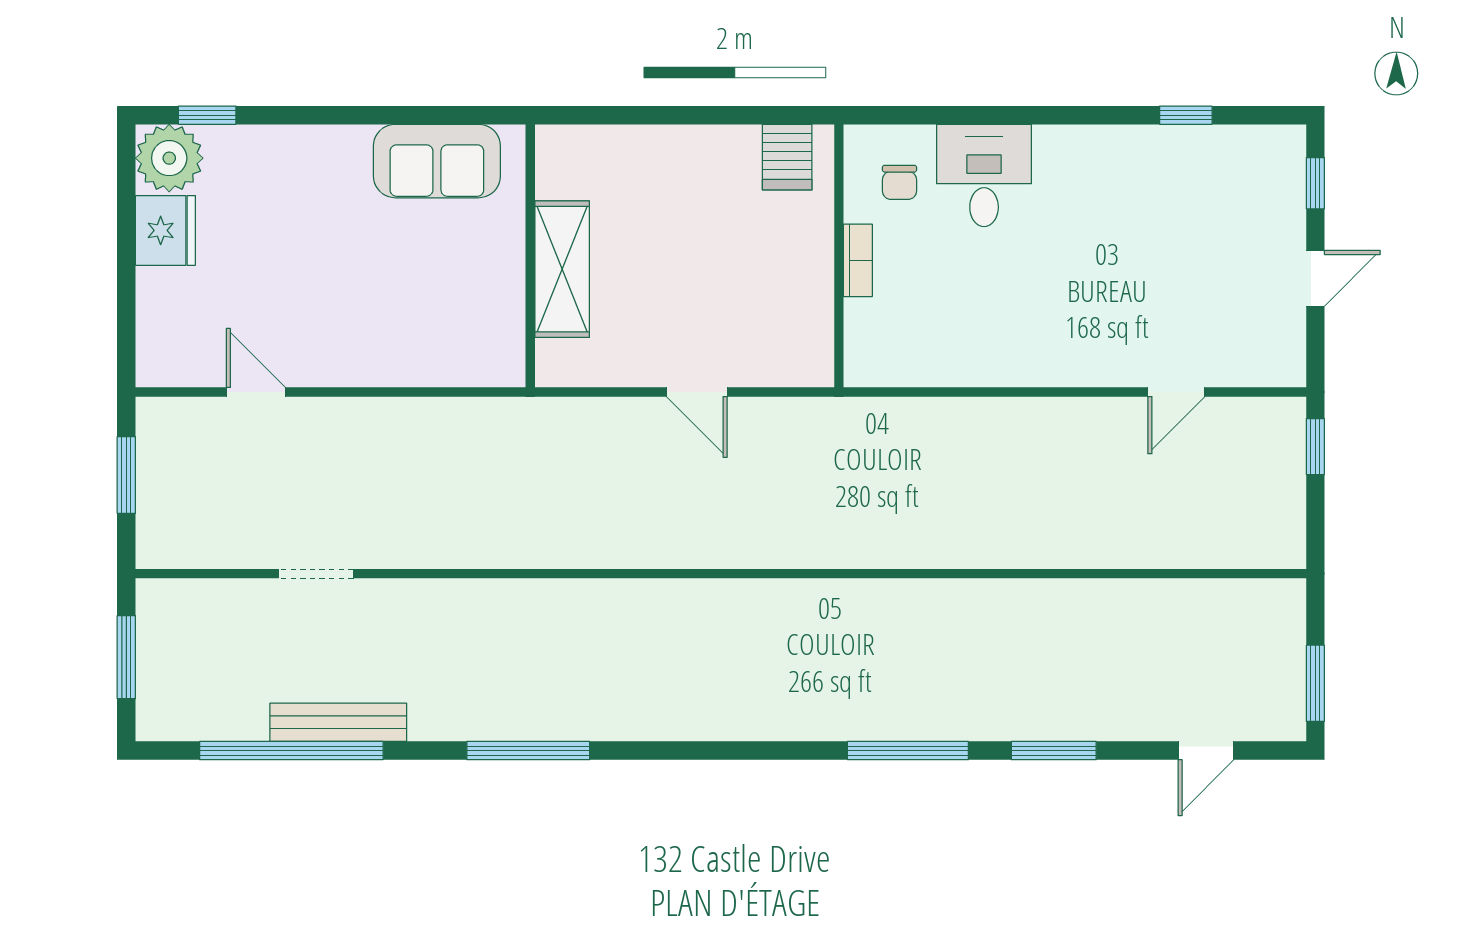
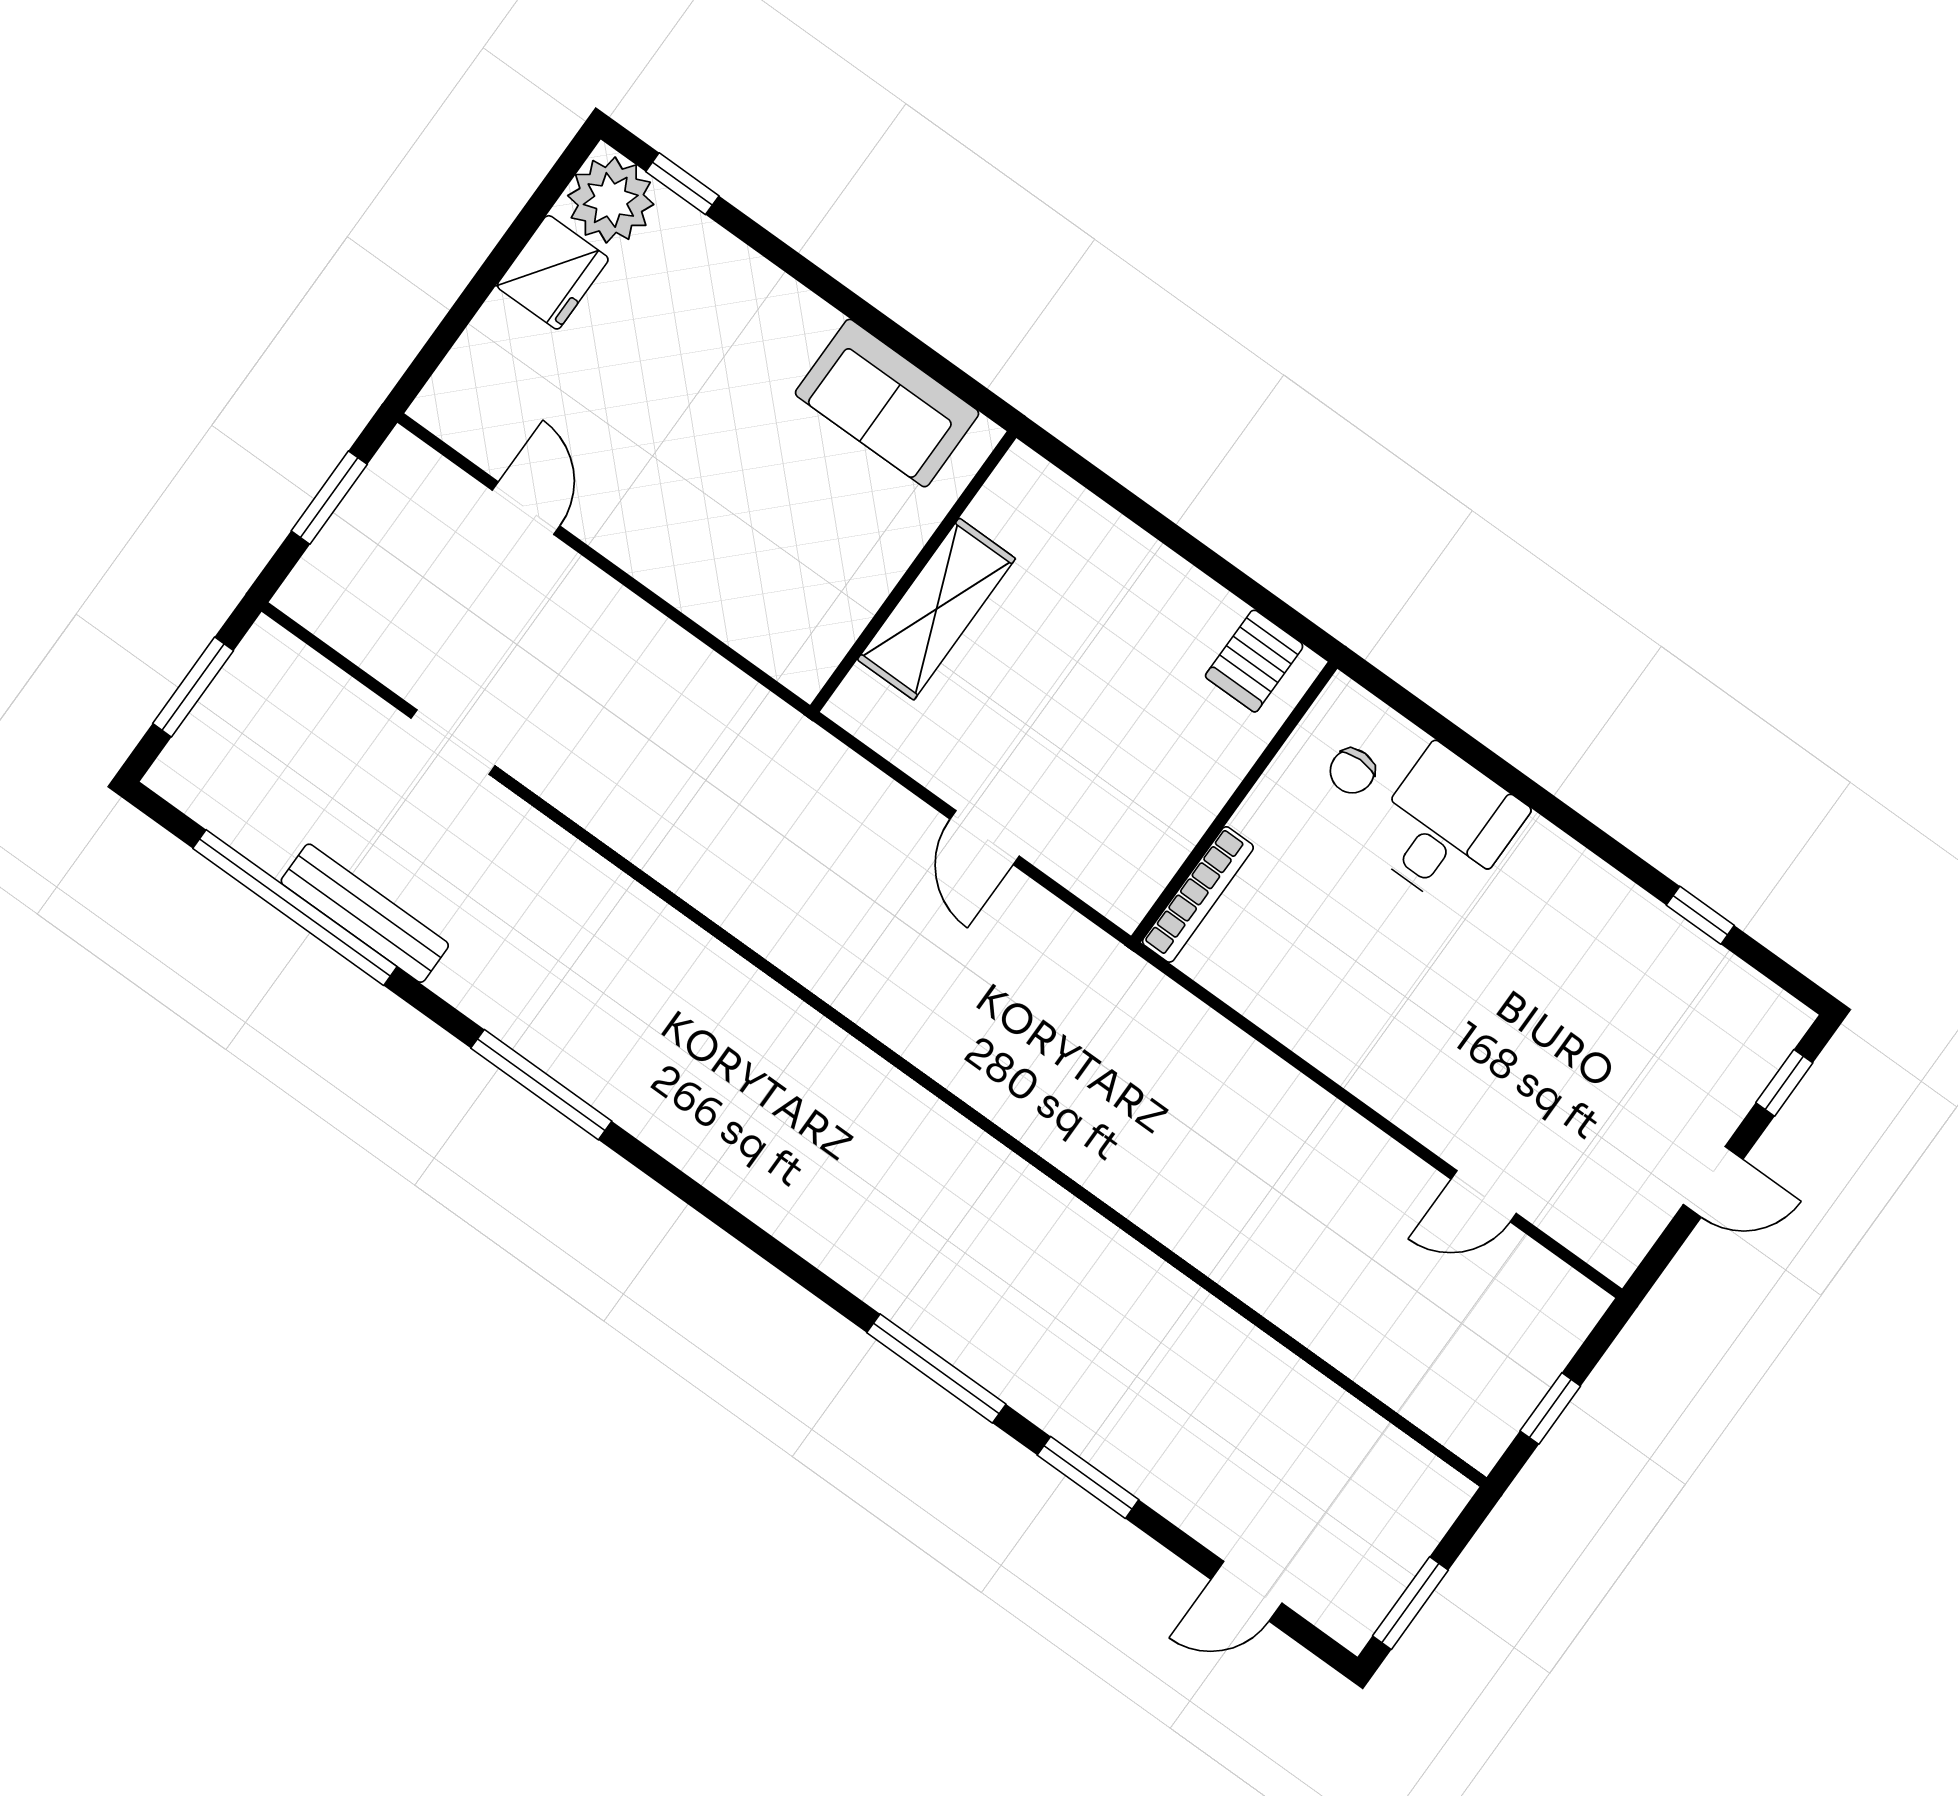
bookcase: (858, 260) -> (1198, 894), moved, width x1.56
window: (1315, 447) -> (1550, 1408), moved

